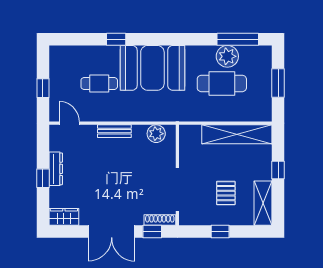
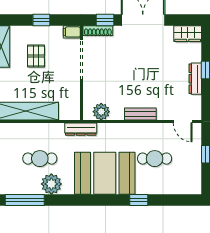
plant: (227, 56) -> (51, 184), moved
cafe table: (222, 83) -> (40, 159), width x0.73, depth x0.74
dresser: (178, 115) -> (81, 129), added
filing cabinet: (188, 219) -> (72, 32), added

